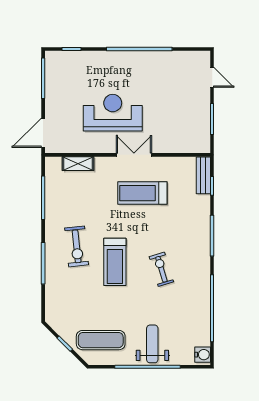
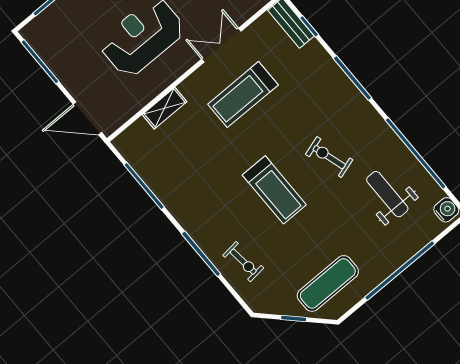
door: (43, 133) -> (87, 118), hinge flipped
double door: (134, 155) -> (221, 45), moved
shelving: (78, 164) -> (165, 108), moved
exercise bike: (77, 246) -> (243, 262), moved, width x0.73, depth x0.72
weight bench: (152, 344) -> (387, 194), moved

